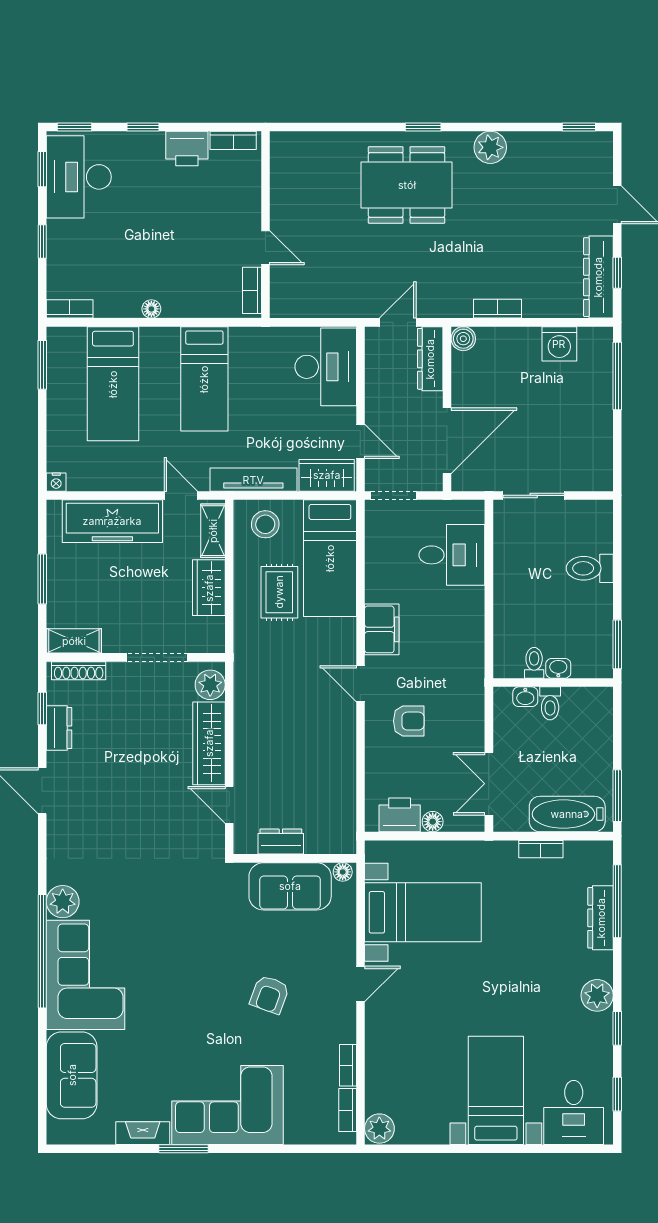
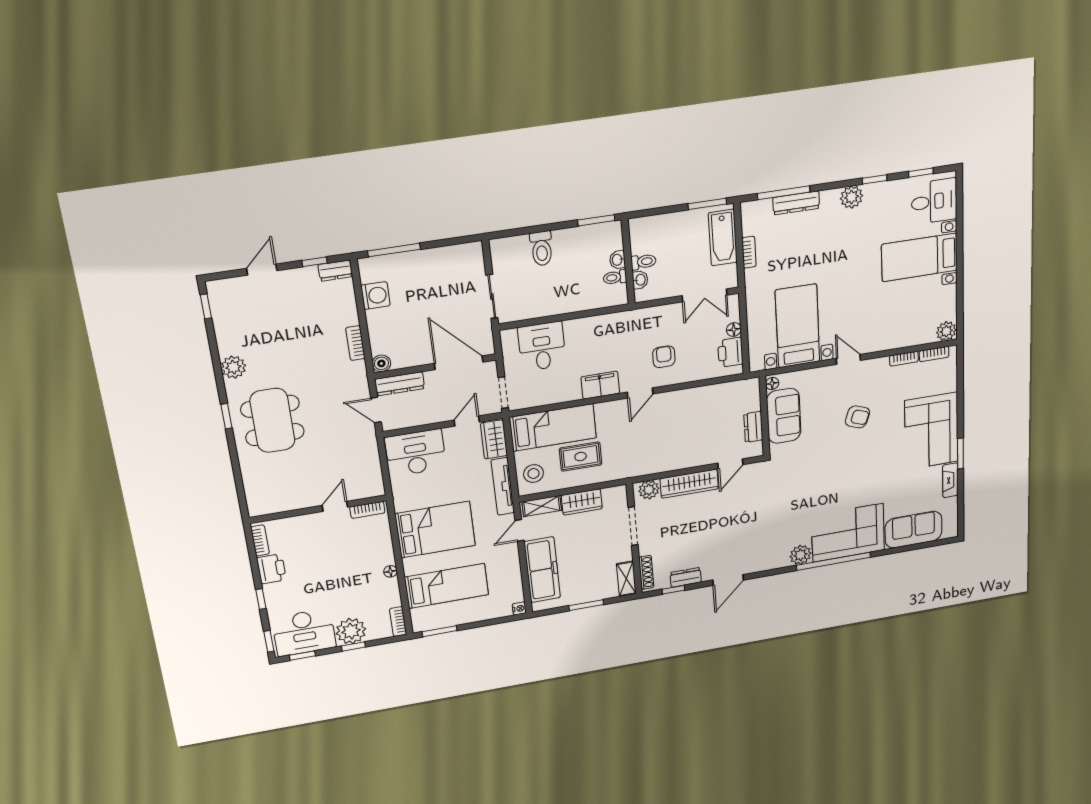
plant: (68, 242) -> (351, 631), added
dresser: (598, 277) -> (335, 271), width x0.51, depth x0.80
bed: (204, 379) -> (435, 530), width x1.50

